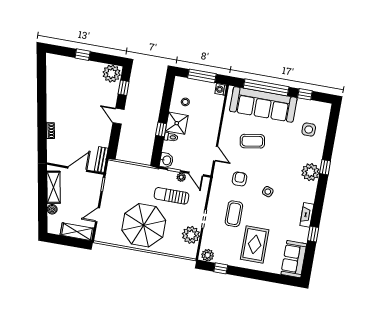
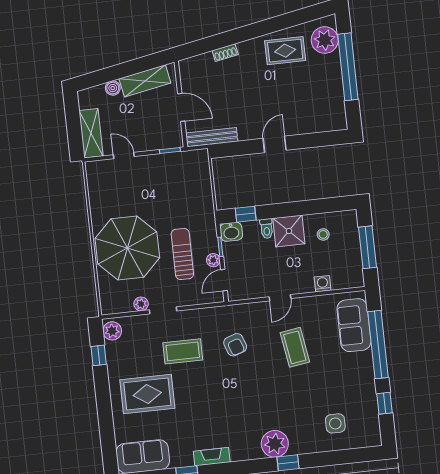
window: (83, 55) -> (348, 67), width x3.17
plant: (112, 74) -> (325, 40), moved
window: (124, 88) -> (317, 140), removed
washing machine: (221, 89) -> (323, 284), moved
rug: (60, 92) -> (285, 51), added
sofa: (263, 104) -> (354, 325), width x0.54, depth x0.79
window: (161, 129) -> (246, 214), moved
door: (216, 154) -> (280, 298), moved
bench: (101, 160) -> (212, 137), width x1.36
armchair: (240, 179) -> (235, 345), turned 71
side table: (268, 192) -> (229, 391), removed
parasol: (144, 225) -> (127, 248), moved
plant: (191, 235) -> (141, 304), width x0.53, depth x0.53

